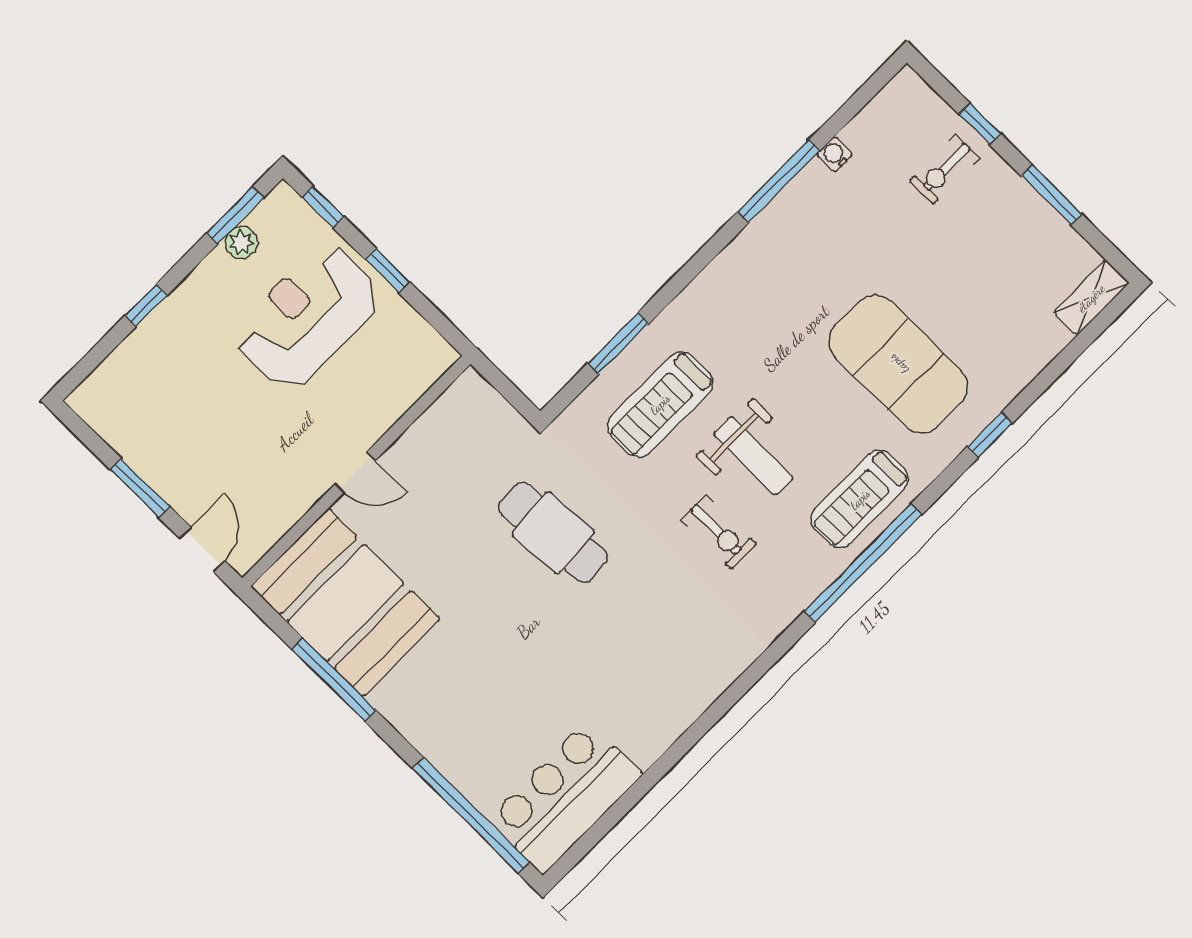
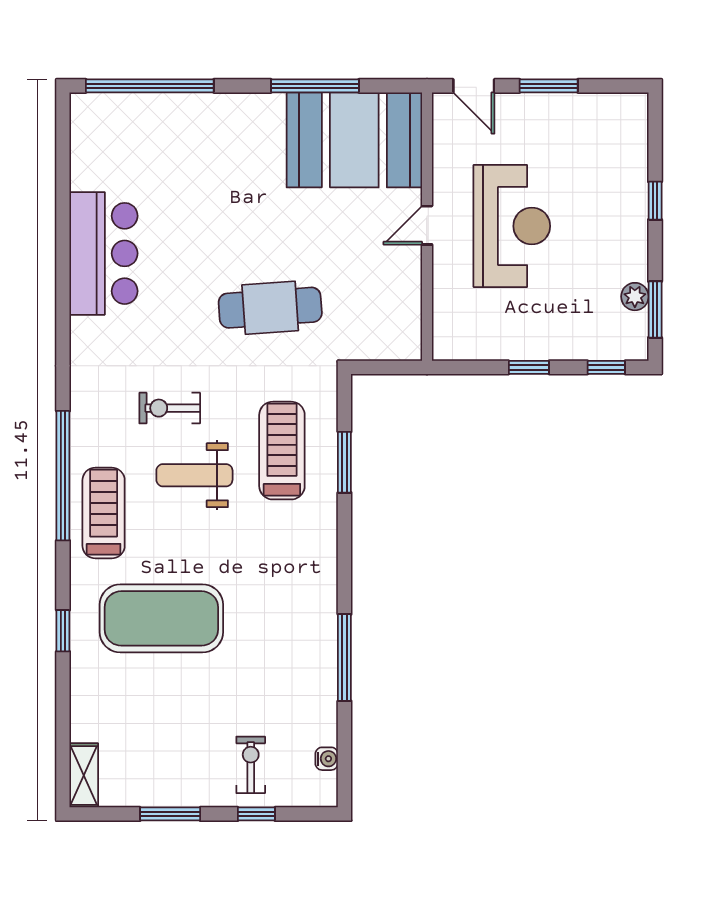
water cooler: (835, 154) -> (327, 759), moved
reception desk: (308, 317) -> (512, 226), moved
bar counter: (565, 797) -> (103, 253), moved

